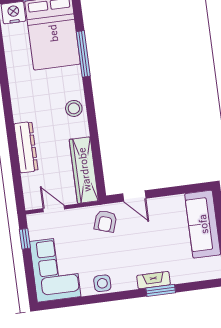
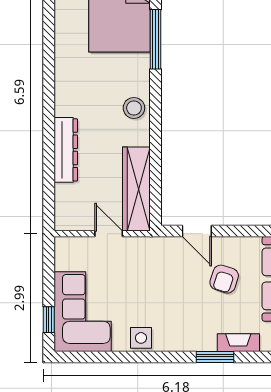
door: (54, 209) -> (109, 234), moved
armchair: (105, 221) -> (224, 279), moved
window: (25, 239) -> (49, 320), moved
fireplace: (154, 280) -> (238, 343), moved

